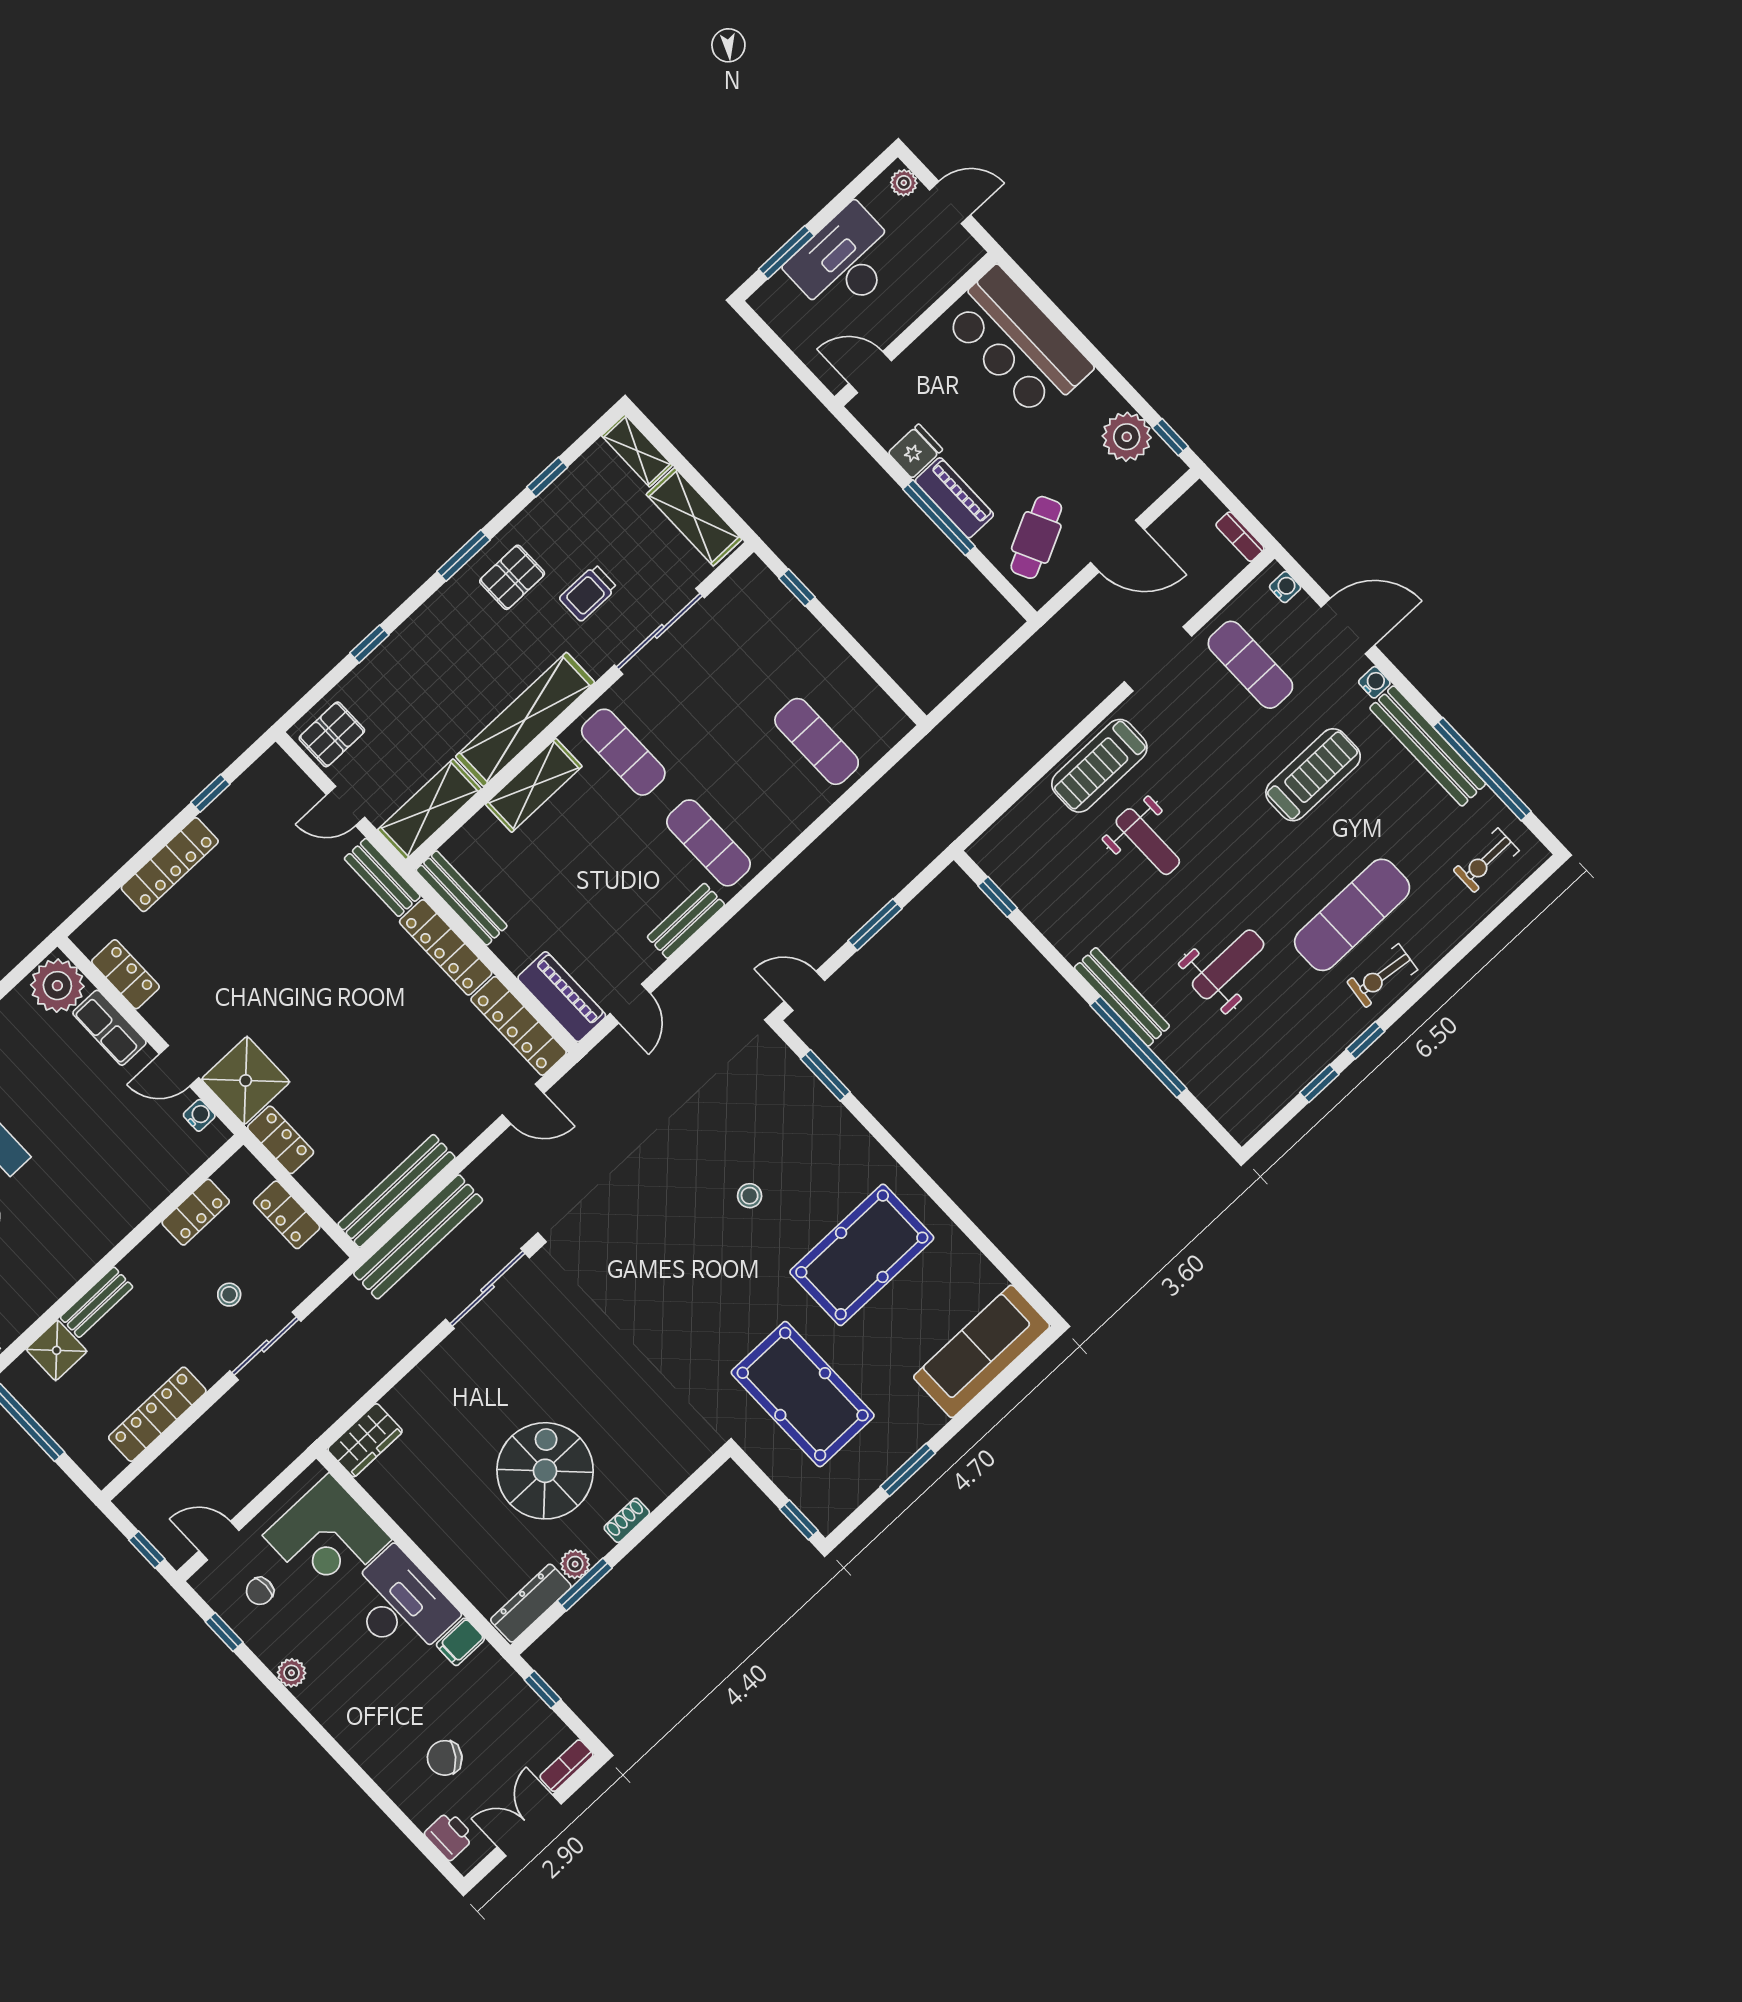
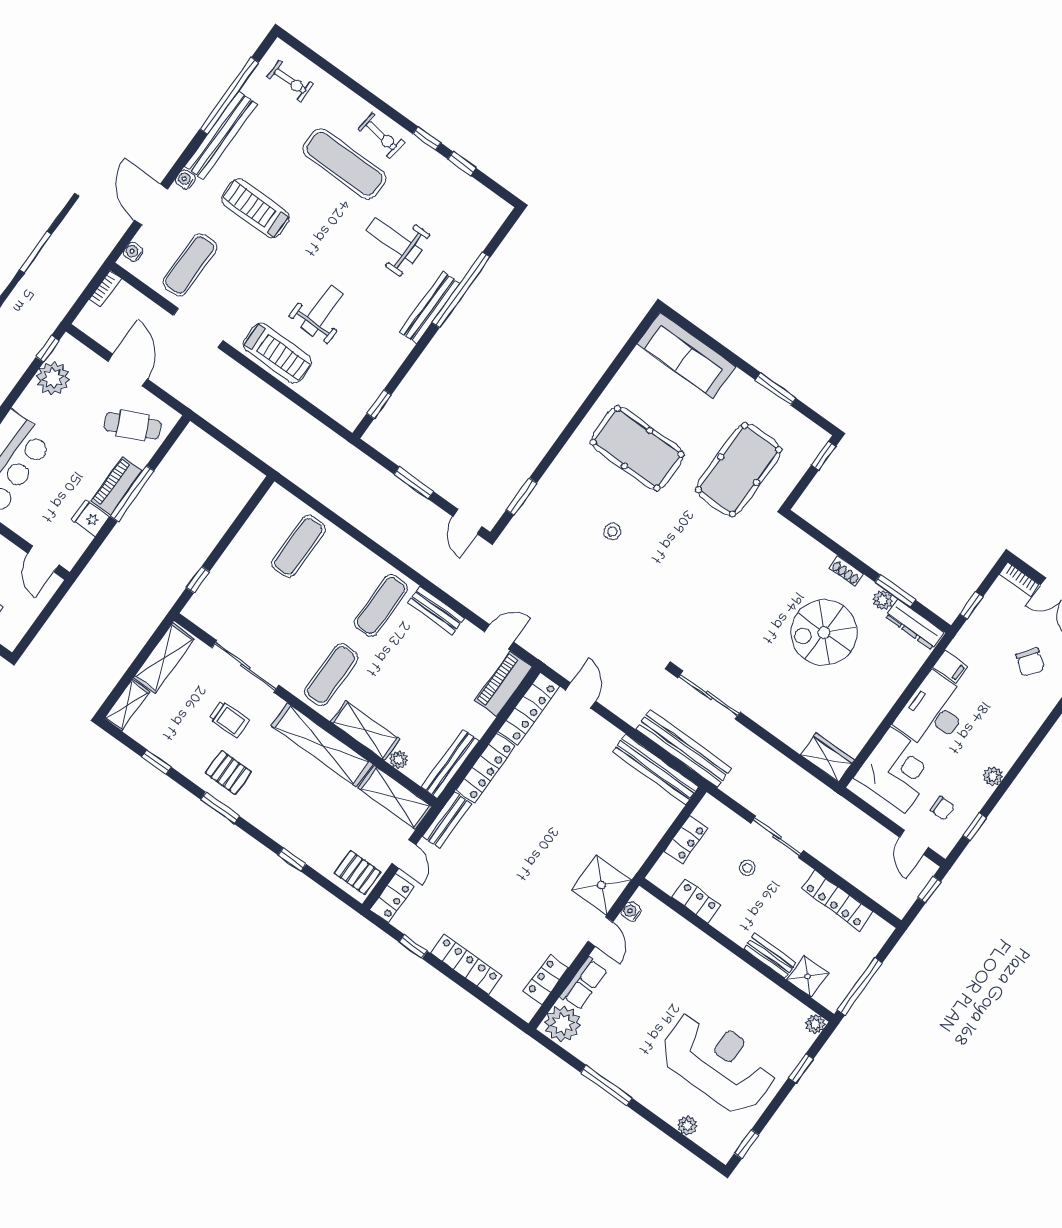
plant: (483, 825) -> (399, 760), added
locker: (281, 1140) -> (392, 898), moved, turned 180

